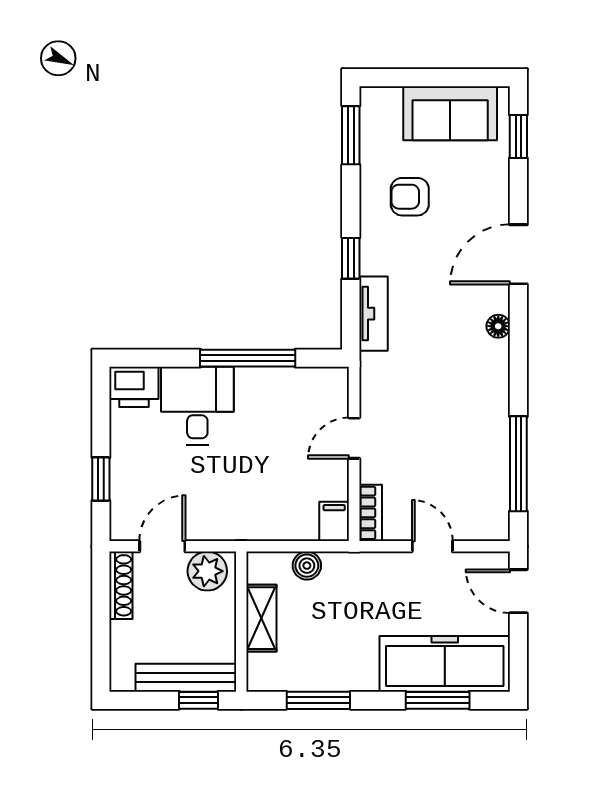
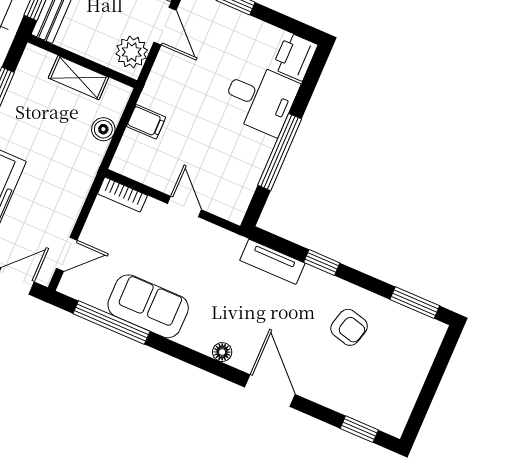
sofa: (450, 113) -> (148, 306), moved, turned 90
armchair: (410, 197) -> (349, 327), turned 105
filing cabinet: (334, 521) -> (146, 122), moved
door: (432, 546) -> (67, 254), moved

